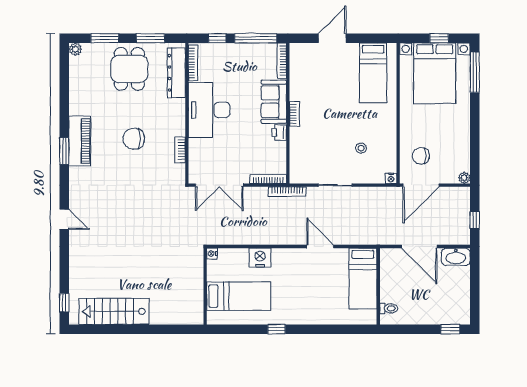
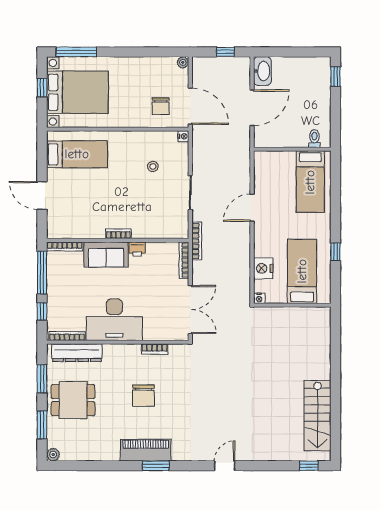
nightstand: (212, 254) -> (259, 298), moved
bed: (363, 279) -> (310, 182), moved, turned 90
wall: (205, 286) -> (292, 305), moved
bed: (239, 296) -> (302, 271), moved

